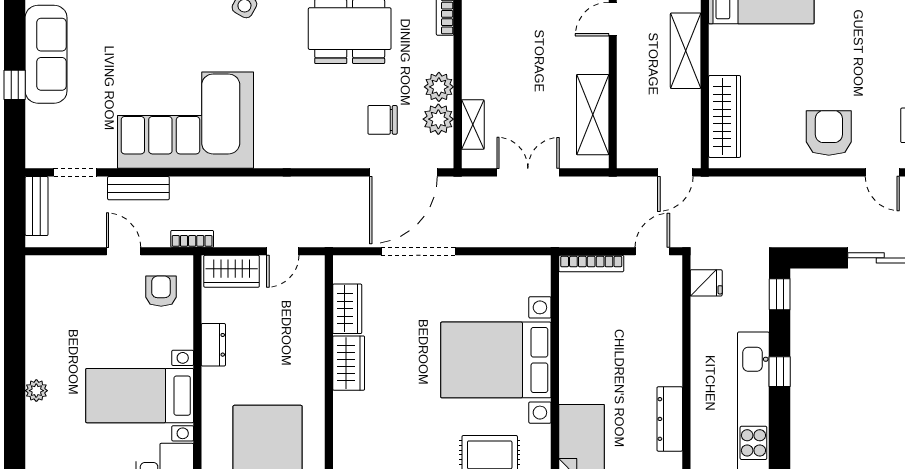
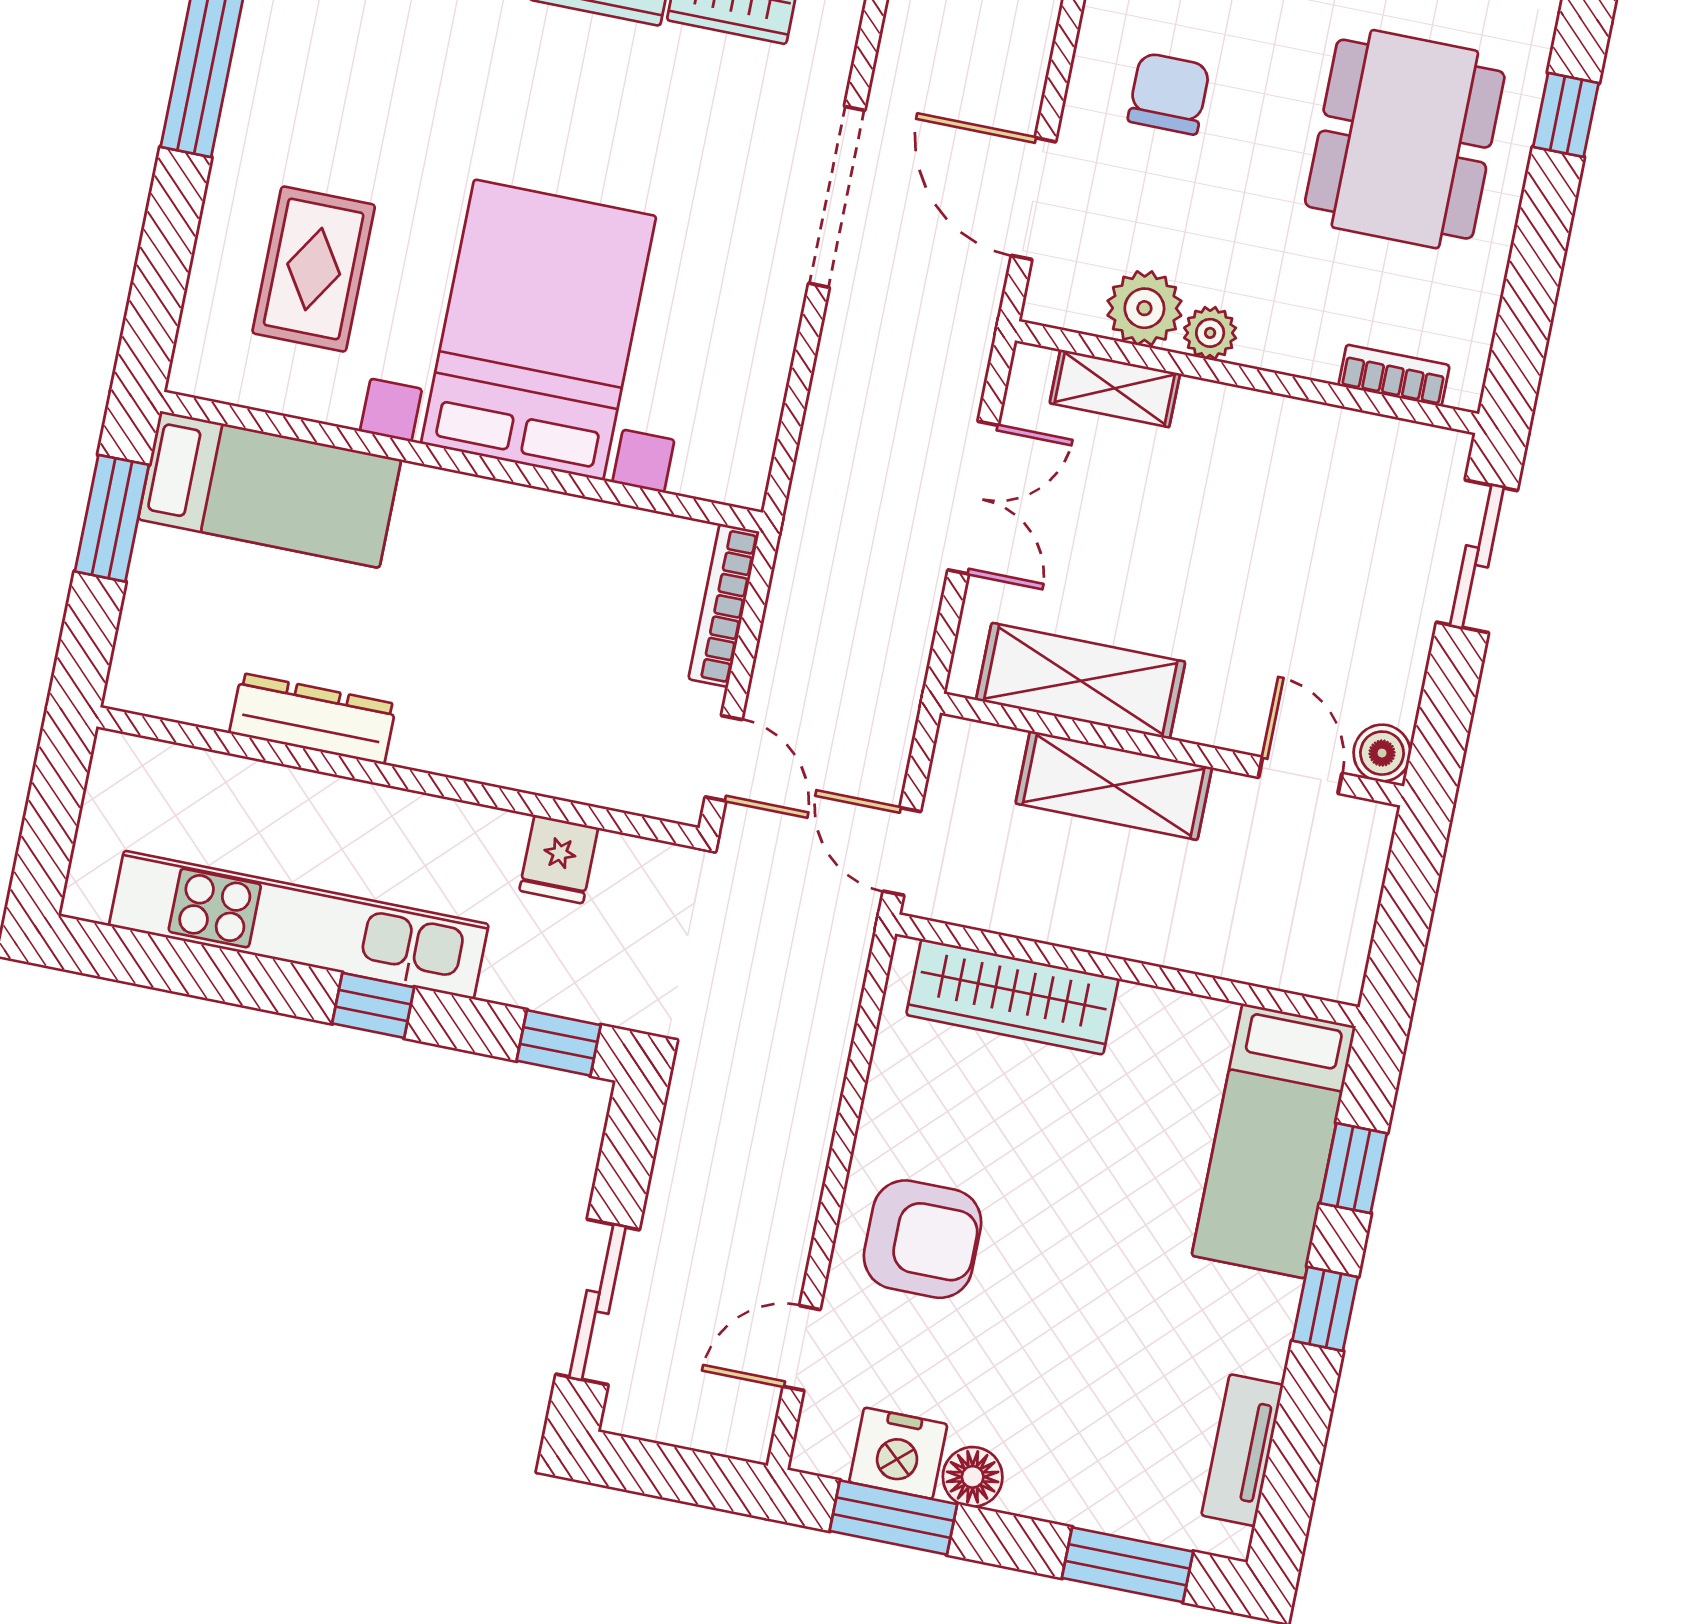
shelving: (686, 51) -> (1114, 785), moved
plant: (439, 87) -> (1210, 333), width x0.73, depth x0.73
chair: (383, 120) -> (1169, 94), moved
door: (403, 172) -> (1034, 199), width x0.73
fridge: (706, 283) -> (559, 859), moved

